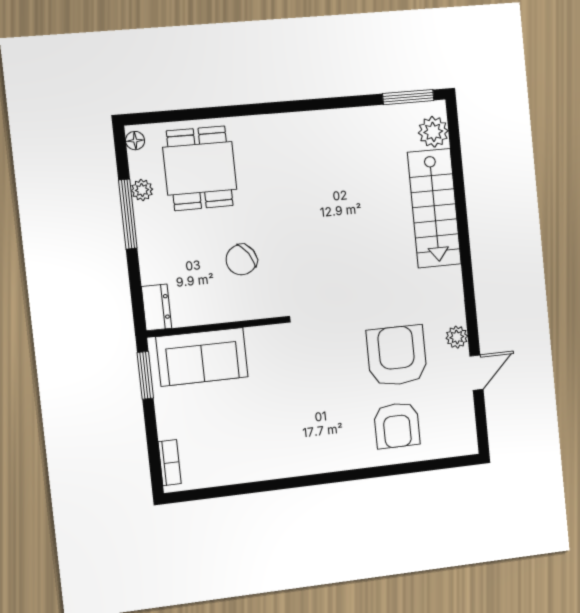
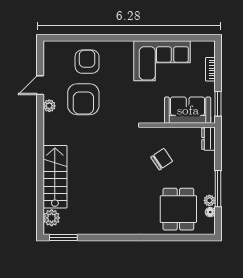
floor lamp: (135, 141) -> (210, 212), moved
corner sofa: (260, 443) -> (162, 61), added
bookcase: (170, 463) -> (210, 69), moved

